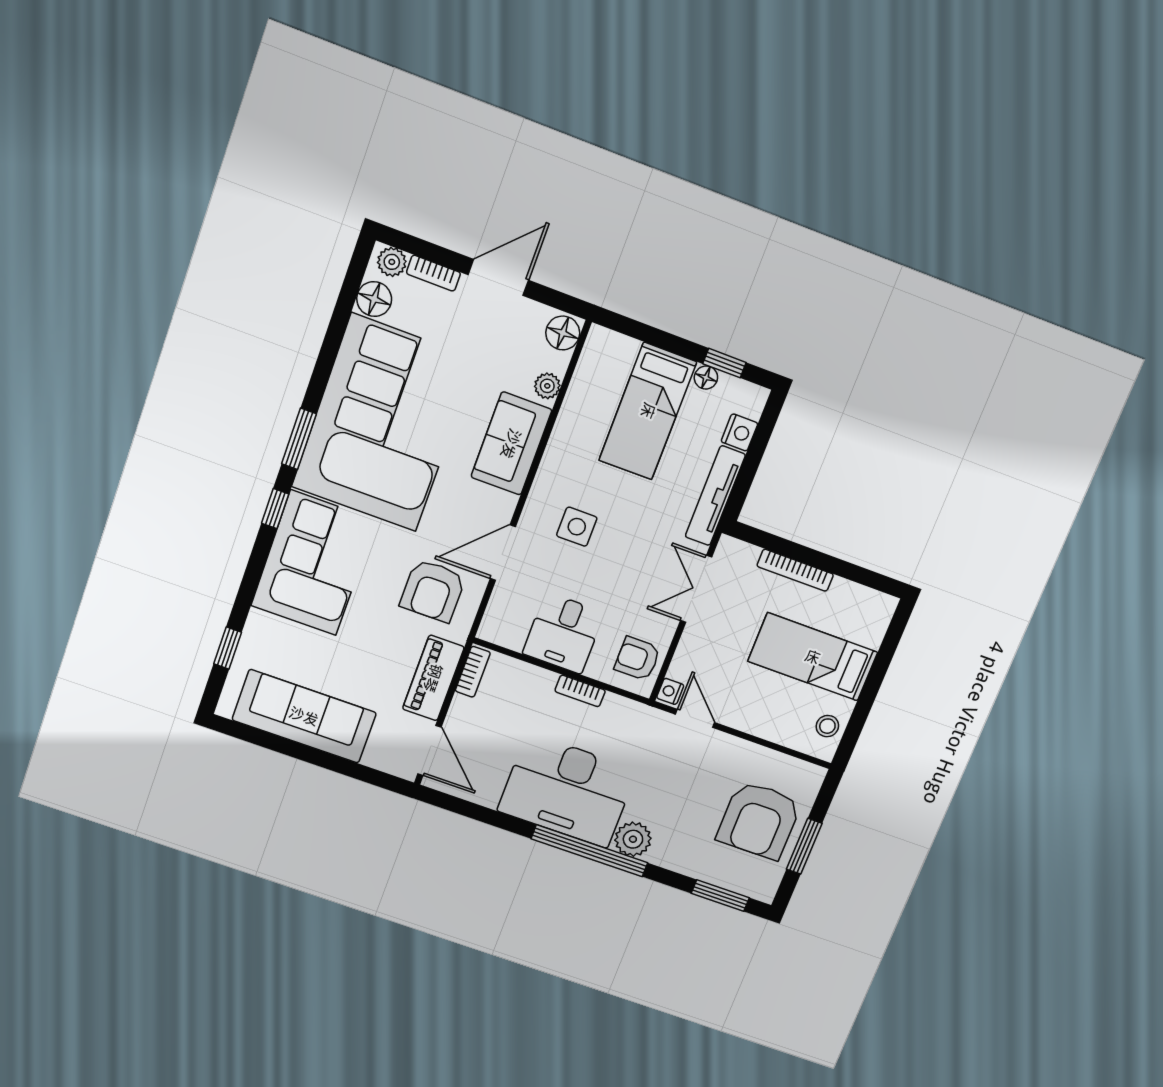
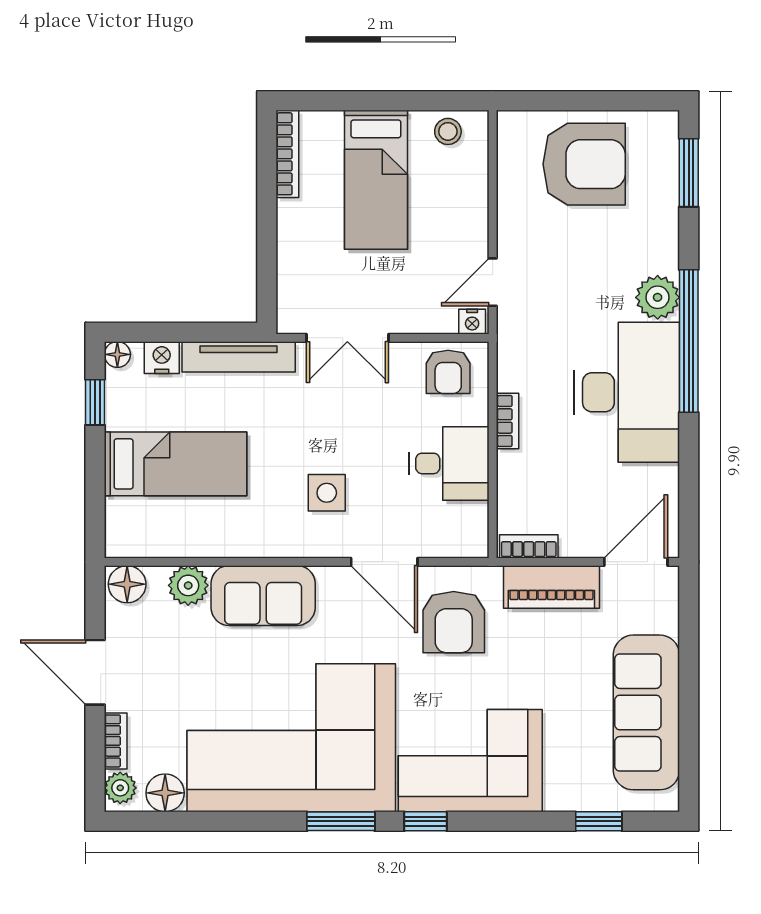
floor lamp: (706, 378) -> (117, 354), moved
plant: (547, 386) -> (188, 585), width x1.38, depth x1.38
bookcase: (795, 570) -> (287, 154), moved
armchair: (433, 591) -> (454, 622), turned 90
window: (804, 846) -> (596, 101), removed

